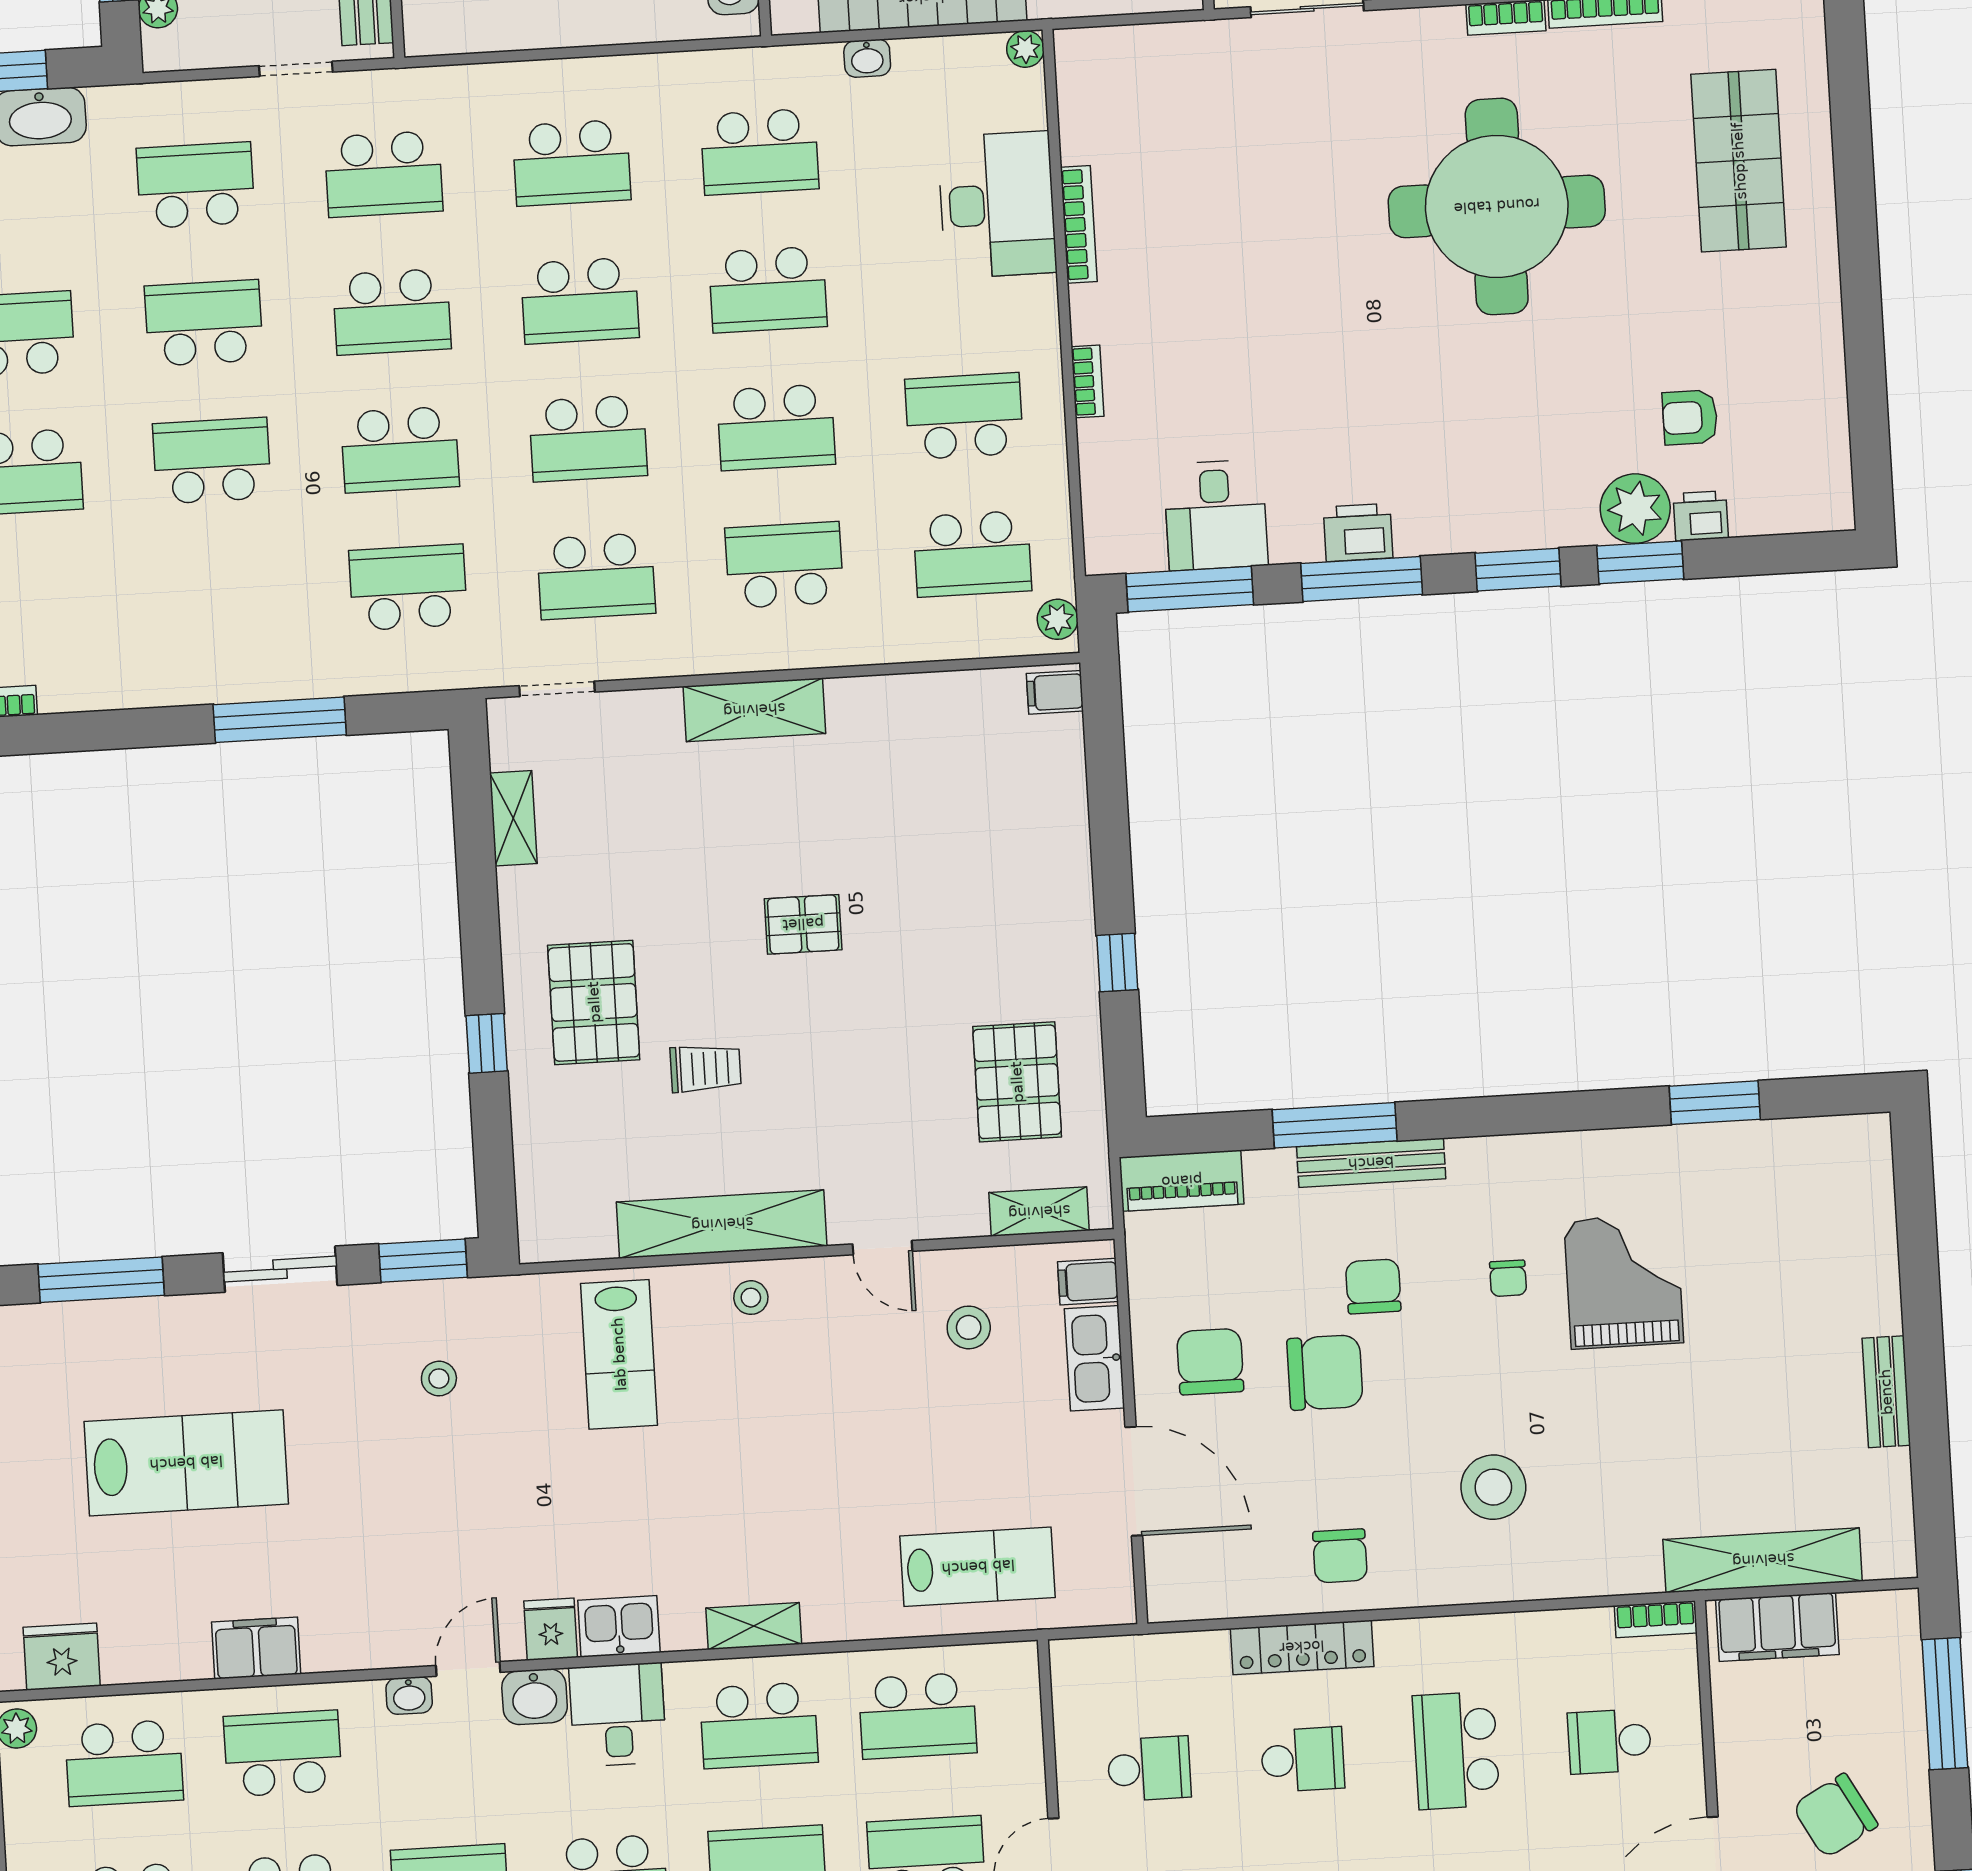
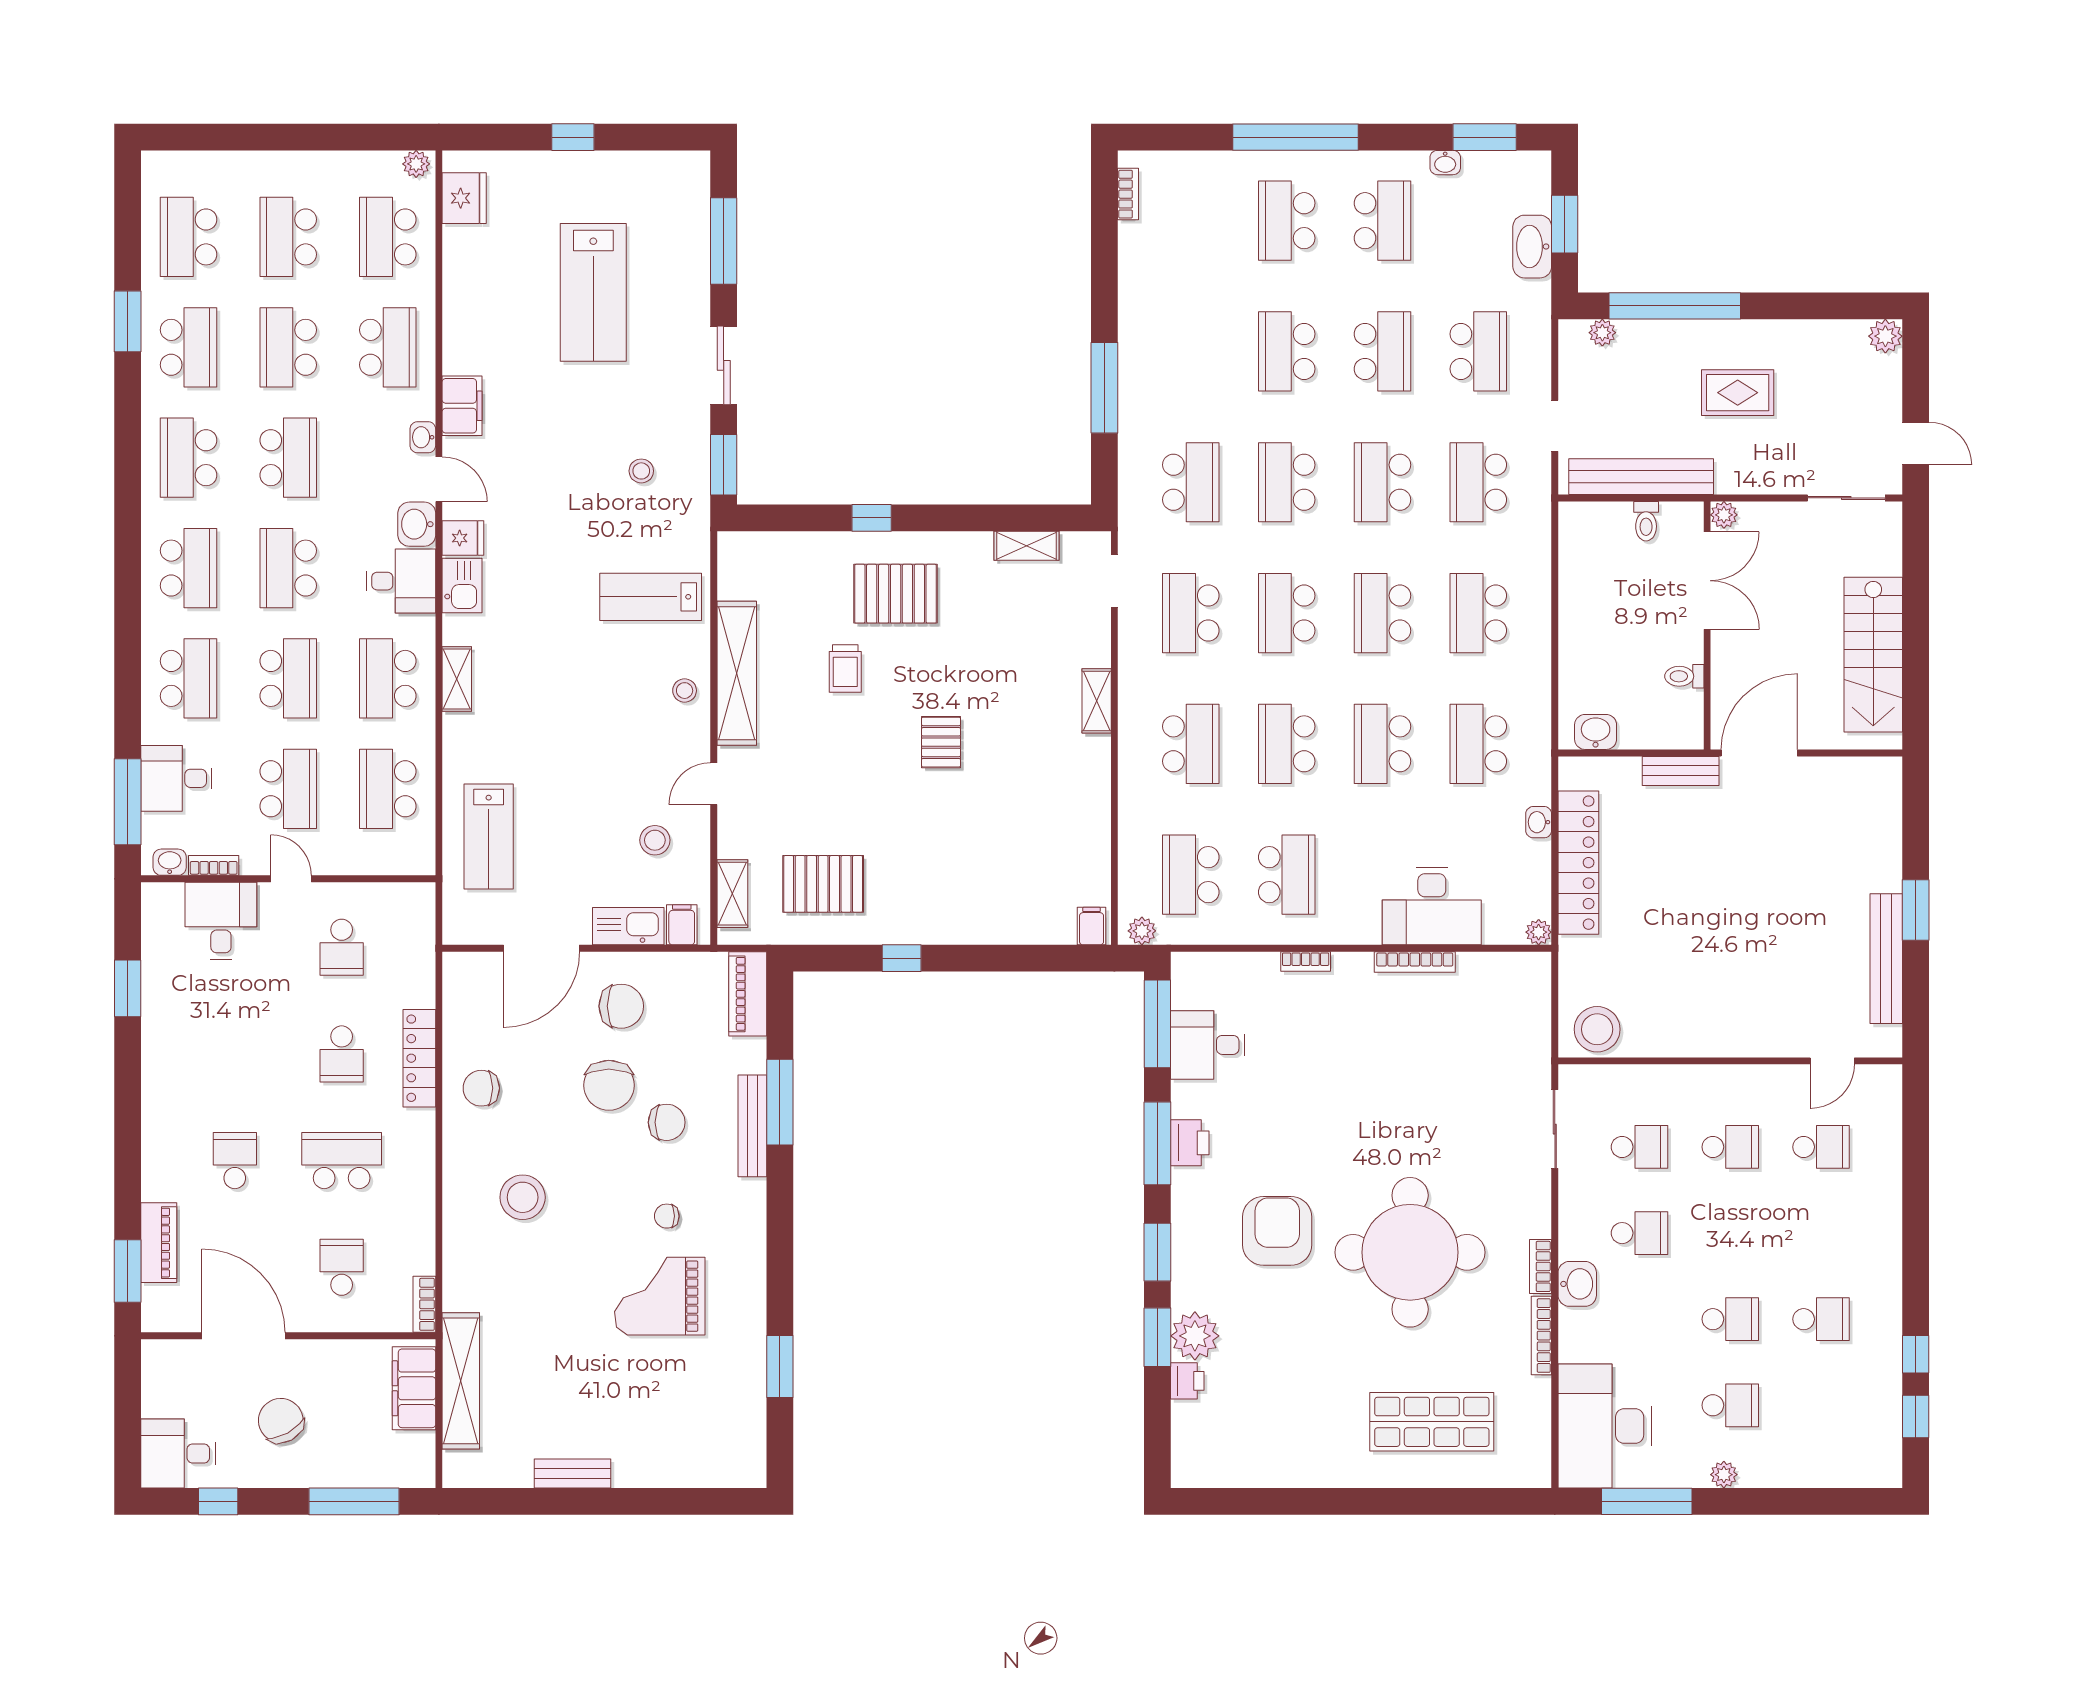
armchair: (1690, 417) -> (1277, 1231), moved, width x1.88, depth x1.88
school desk: (212, 461) -> (1287, 351), turned 180
shelving: (754, 710) -> (1097, 701), width x0.67, depth x0.75
grand piano: (1624, 1281) -> (660, 1296), turned 180
filing cabinet: (256, 1648) -> (462, 406), moved

